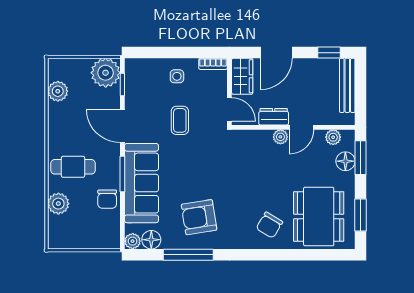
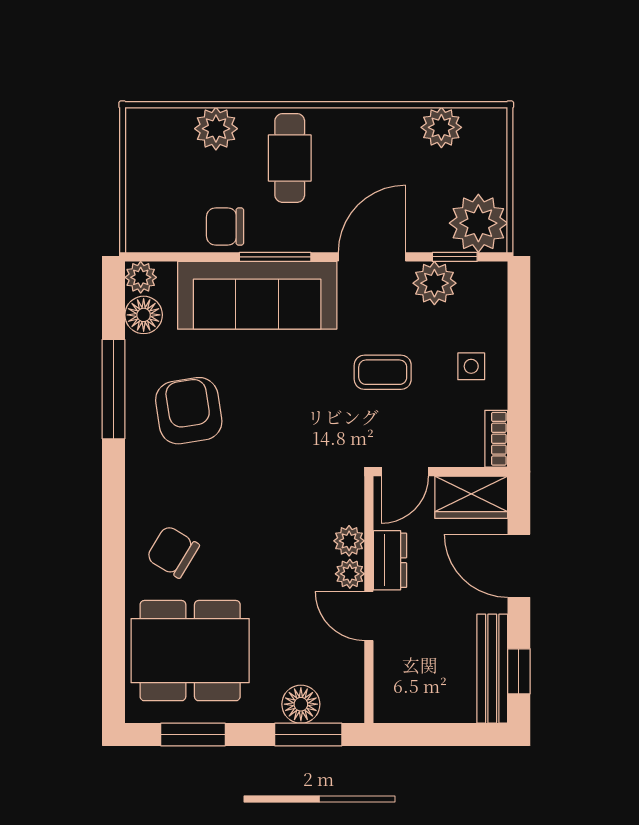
bench: (347, 85) -> (492, 669), moved, turned 90
plant: (135, 95) -> (434, 283), added
plant: (333, 137) -> (349, 541), moved

